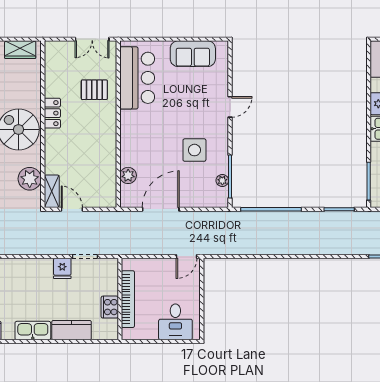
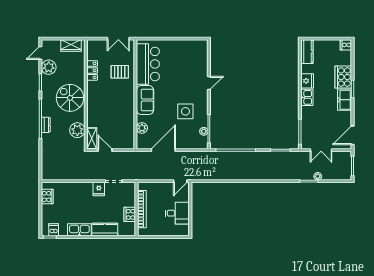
sofa: (193, 54) -> (145, 100), moved, turned -90
locker: (52, 113) -> (92, 70), moved
desk: (175, 322) -> (177, 213), moved, turned -90

